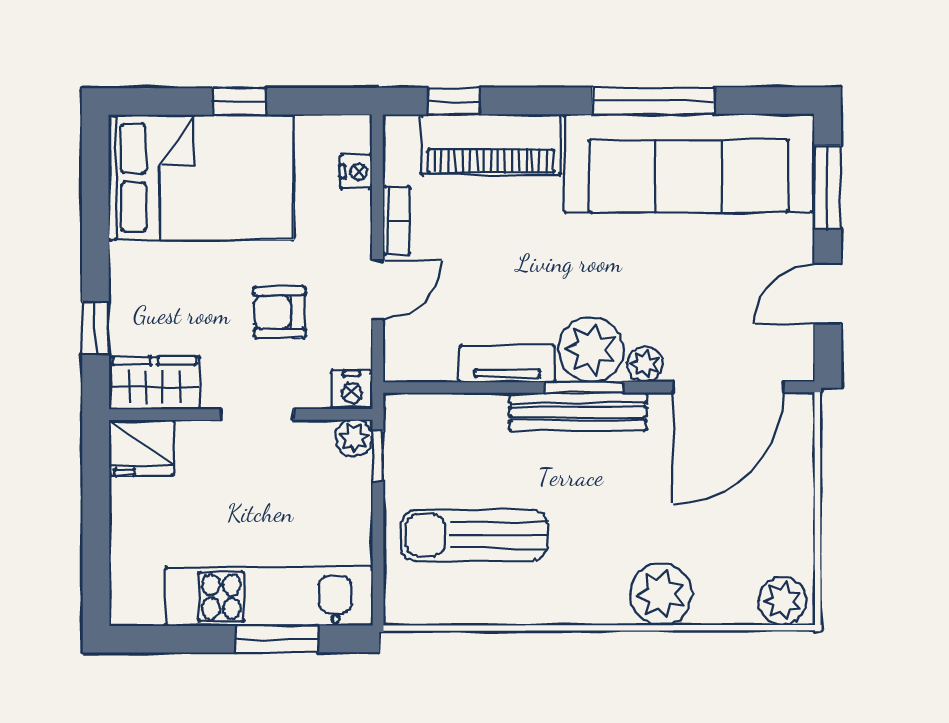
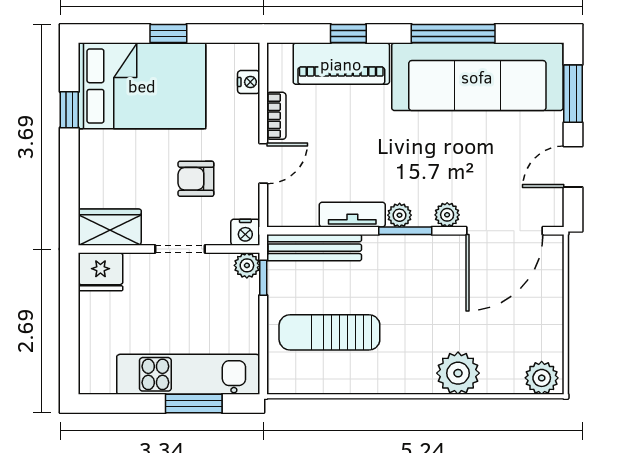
window: (454, 101) -> (348, 34), moved
window: (96, 328) -> (69, 110), moved
plant: (591, 349) -> (400, 215), width x0.53, depth x0.53
bench: (578, 412) -> (314, 248), moved

